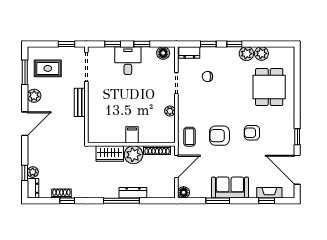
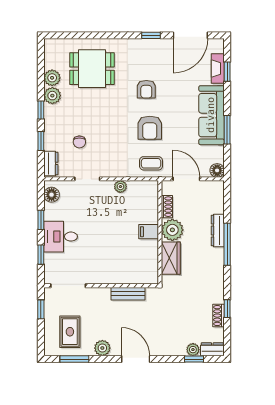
bench: (80, 102) -> (128, 294), moved
shoe rack: (157, 150) -> (167, 207), width x0.70
sofa: (230, 188) -> (211, 115), width x1.36

